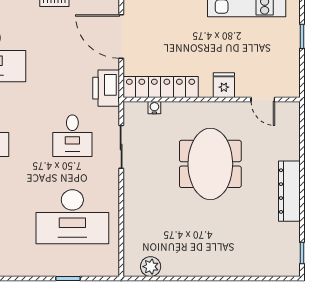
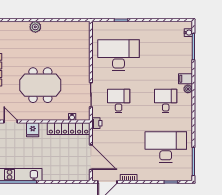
printer: (106, 88) -> (97, 123), width x0.53, depth x0.68
meeting table: (210, 164) -> (40, 85), turned 90
plant: (151, 267) -> (35, 27), moved

